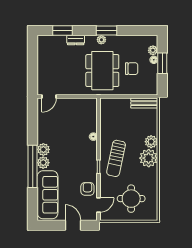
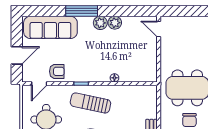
plant: (43, 163) -> (115, 23), moved
window: (33, 166) -> (82, 11), width x0.68
door: (99, 205) -> (39, 84), hinge flipped

